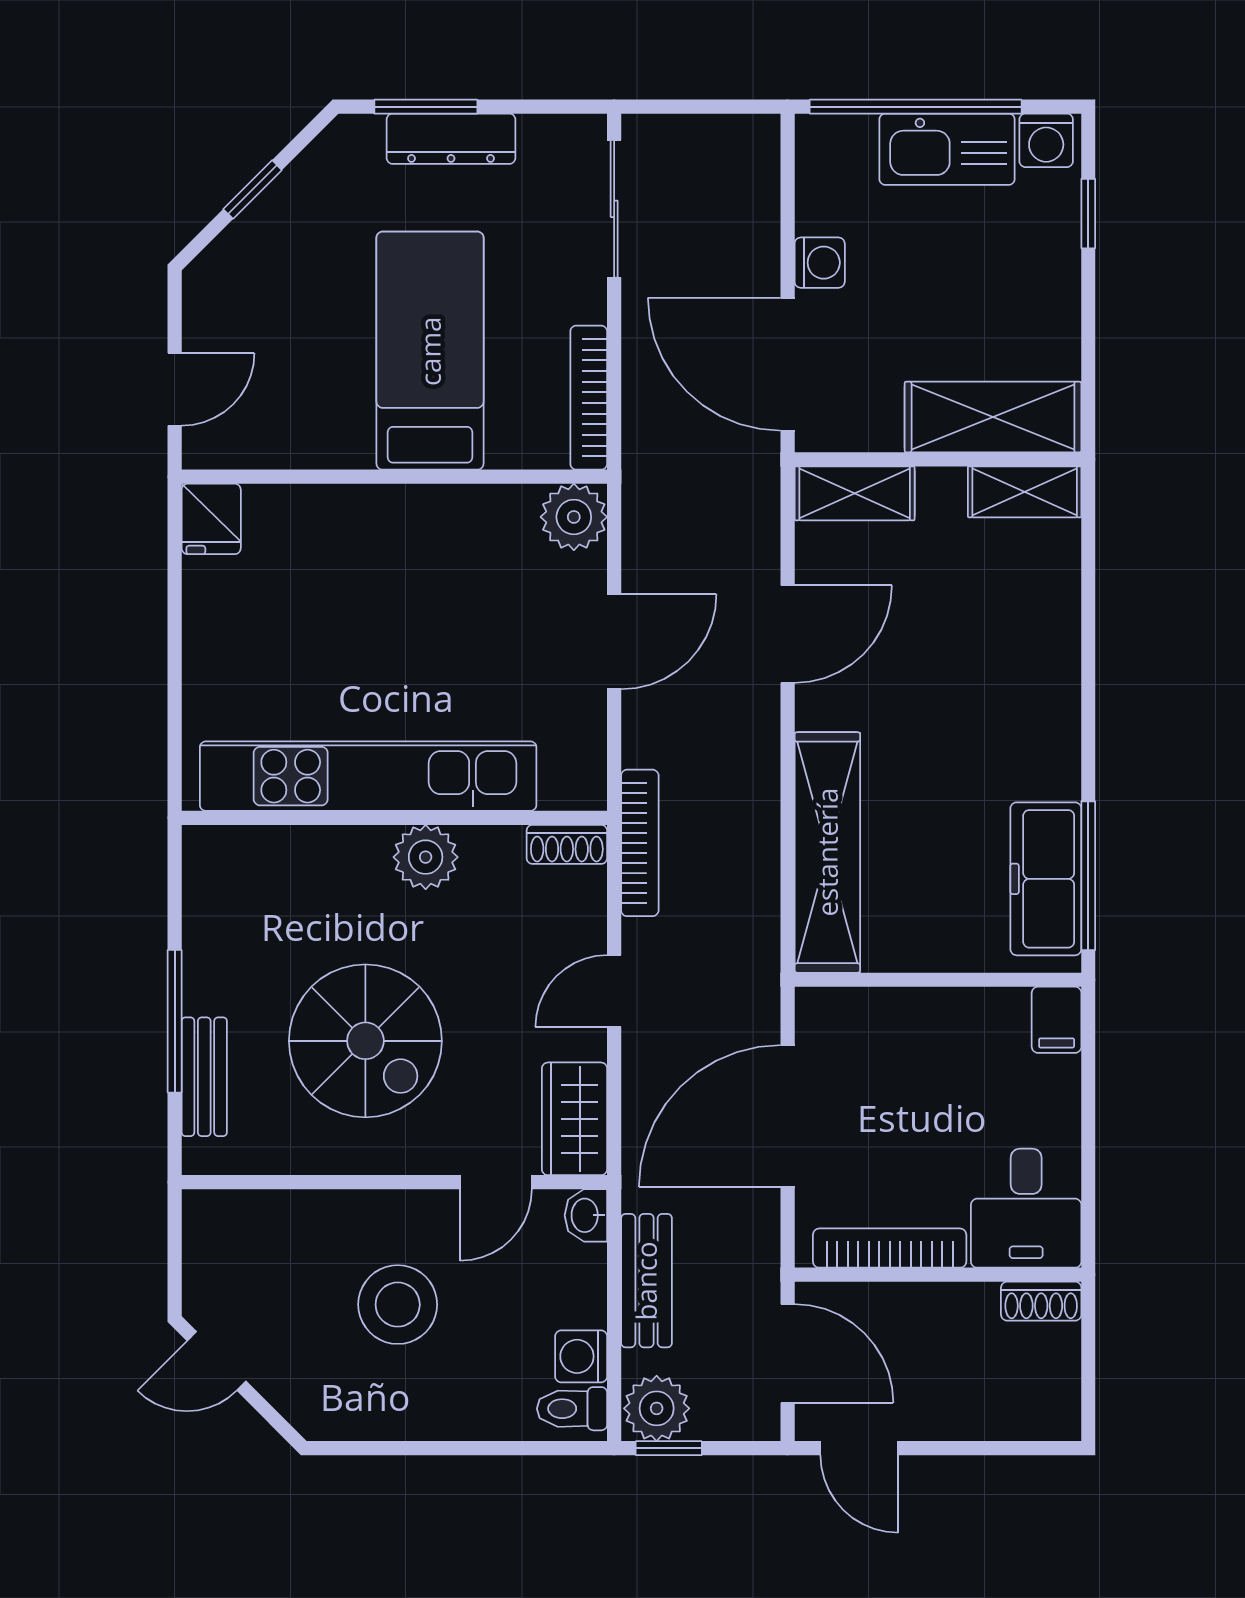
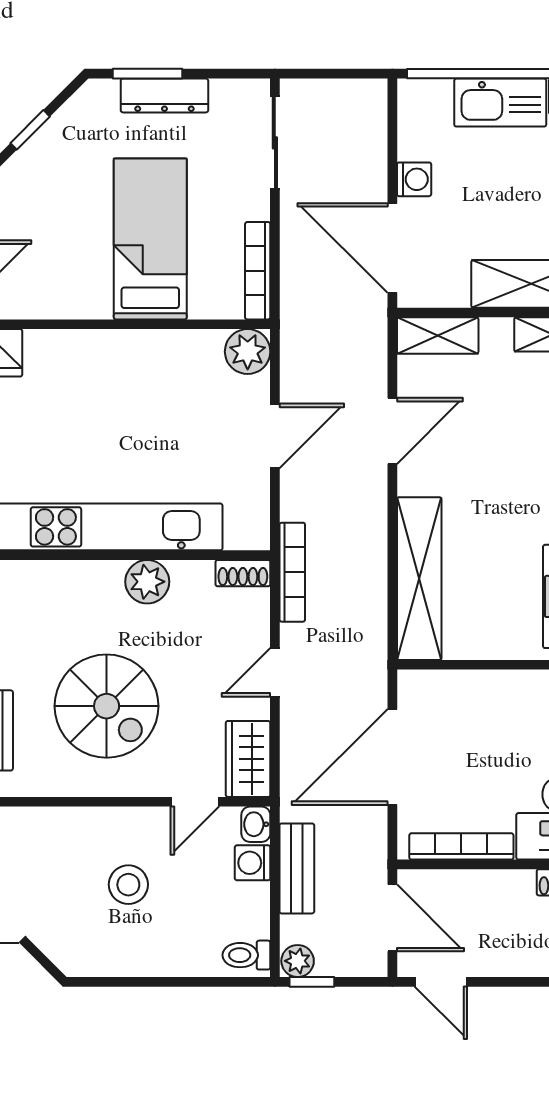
stool: (398, 1305) -> (128, 885), width x0.73, depth x0.73
washing machine: (581, 1356) -> (253, 863), moved
plant: (657, 1408) -> (298, 961), width x0.73, depth x0.73

